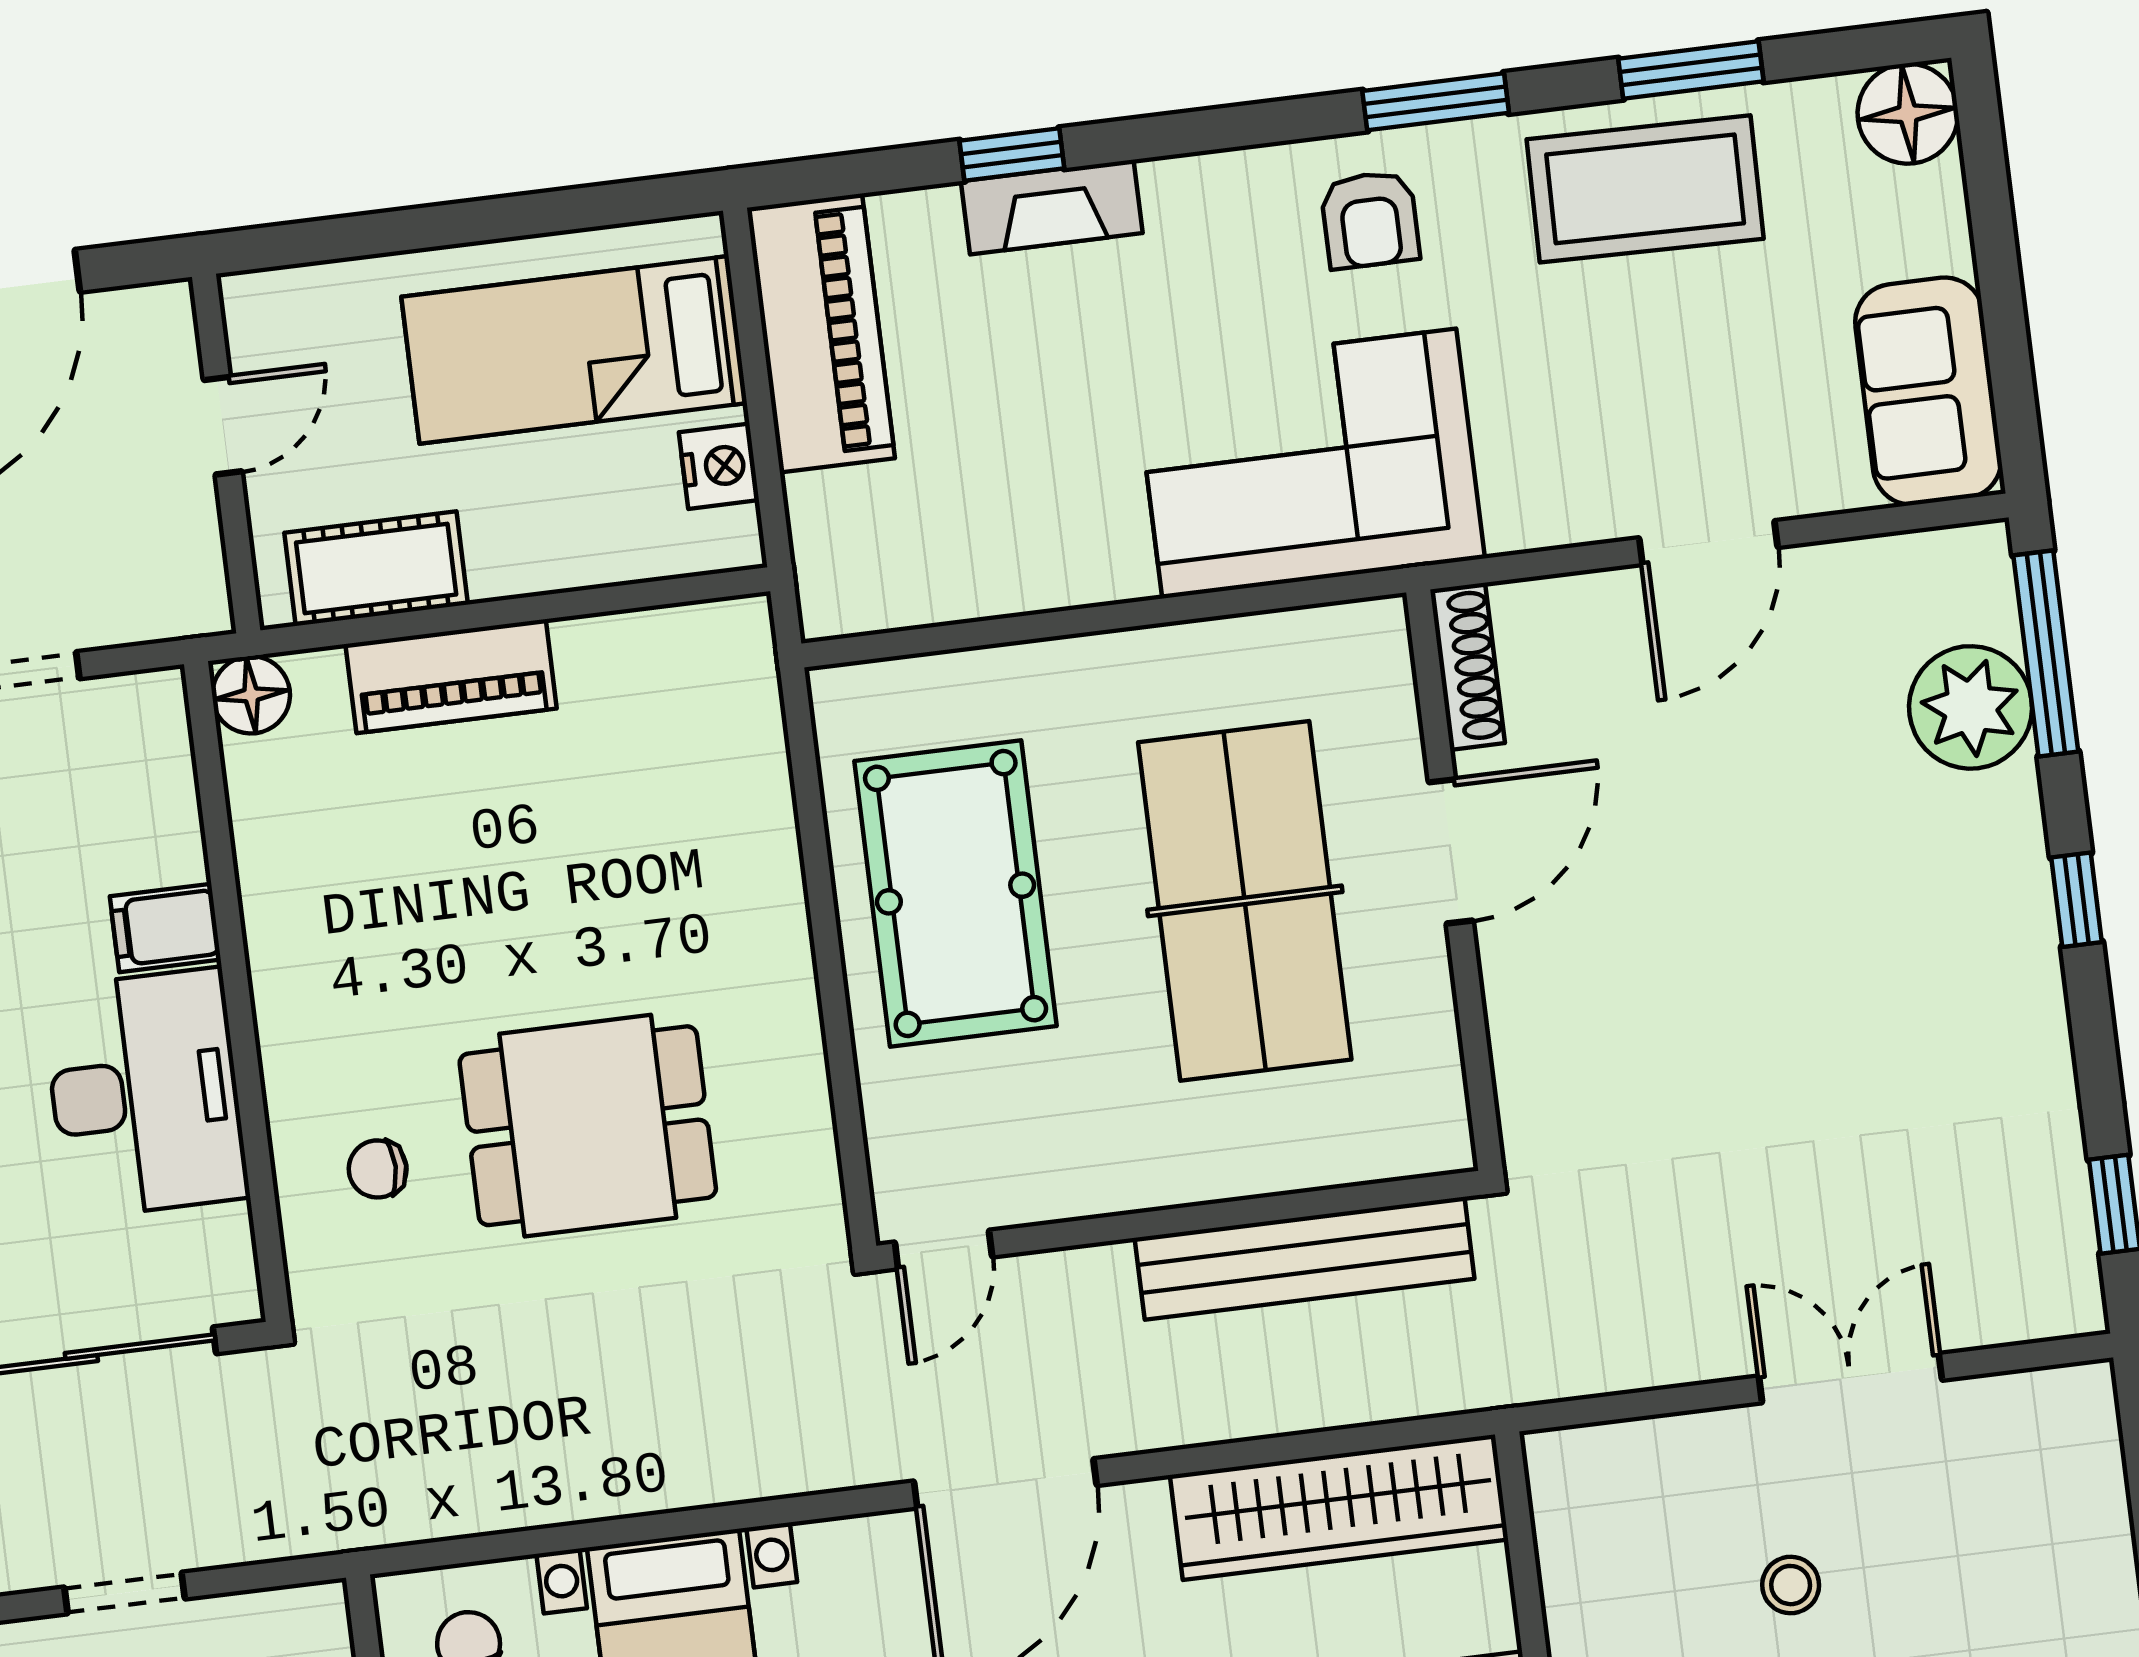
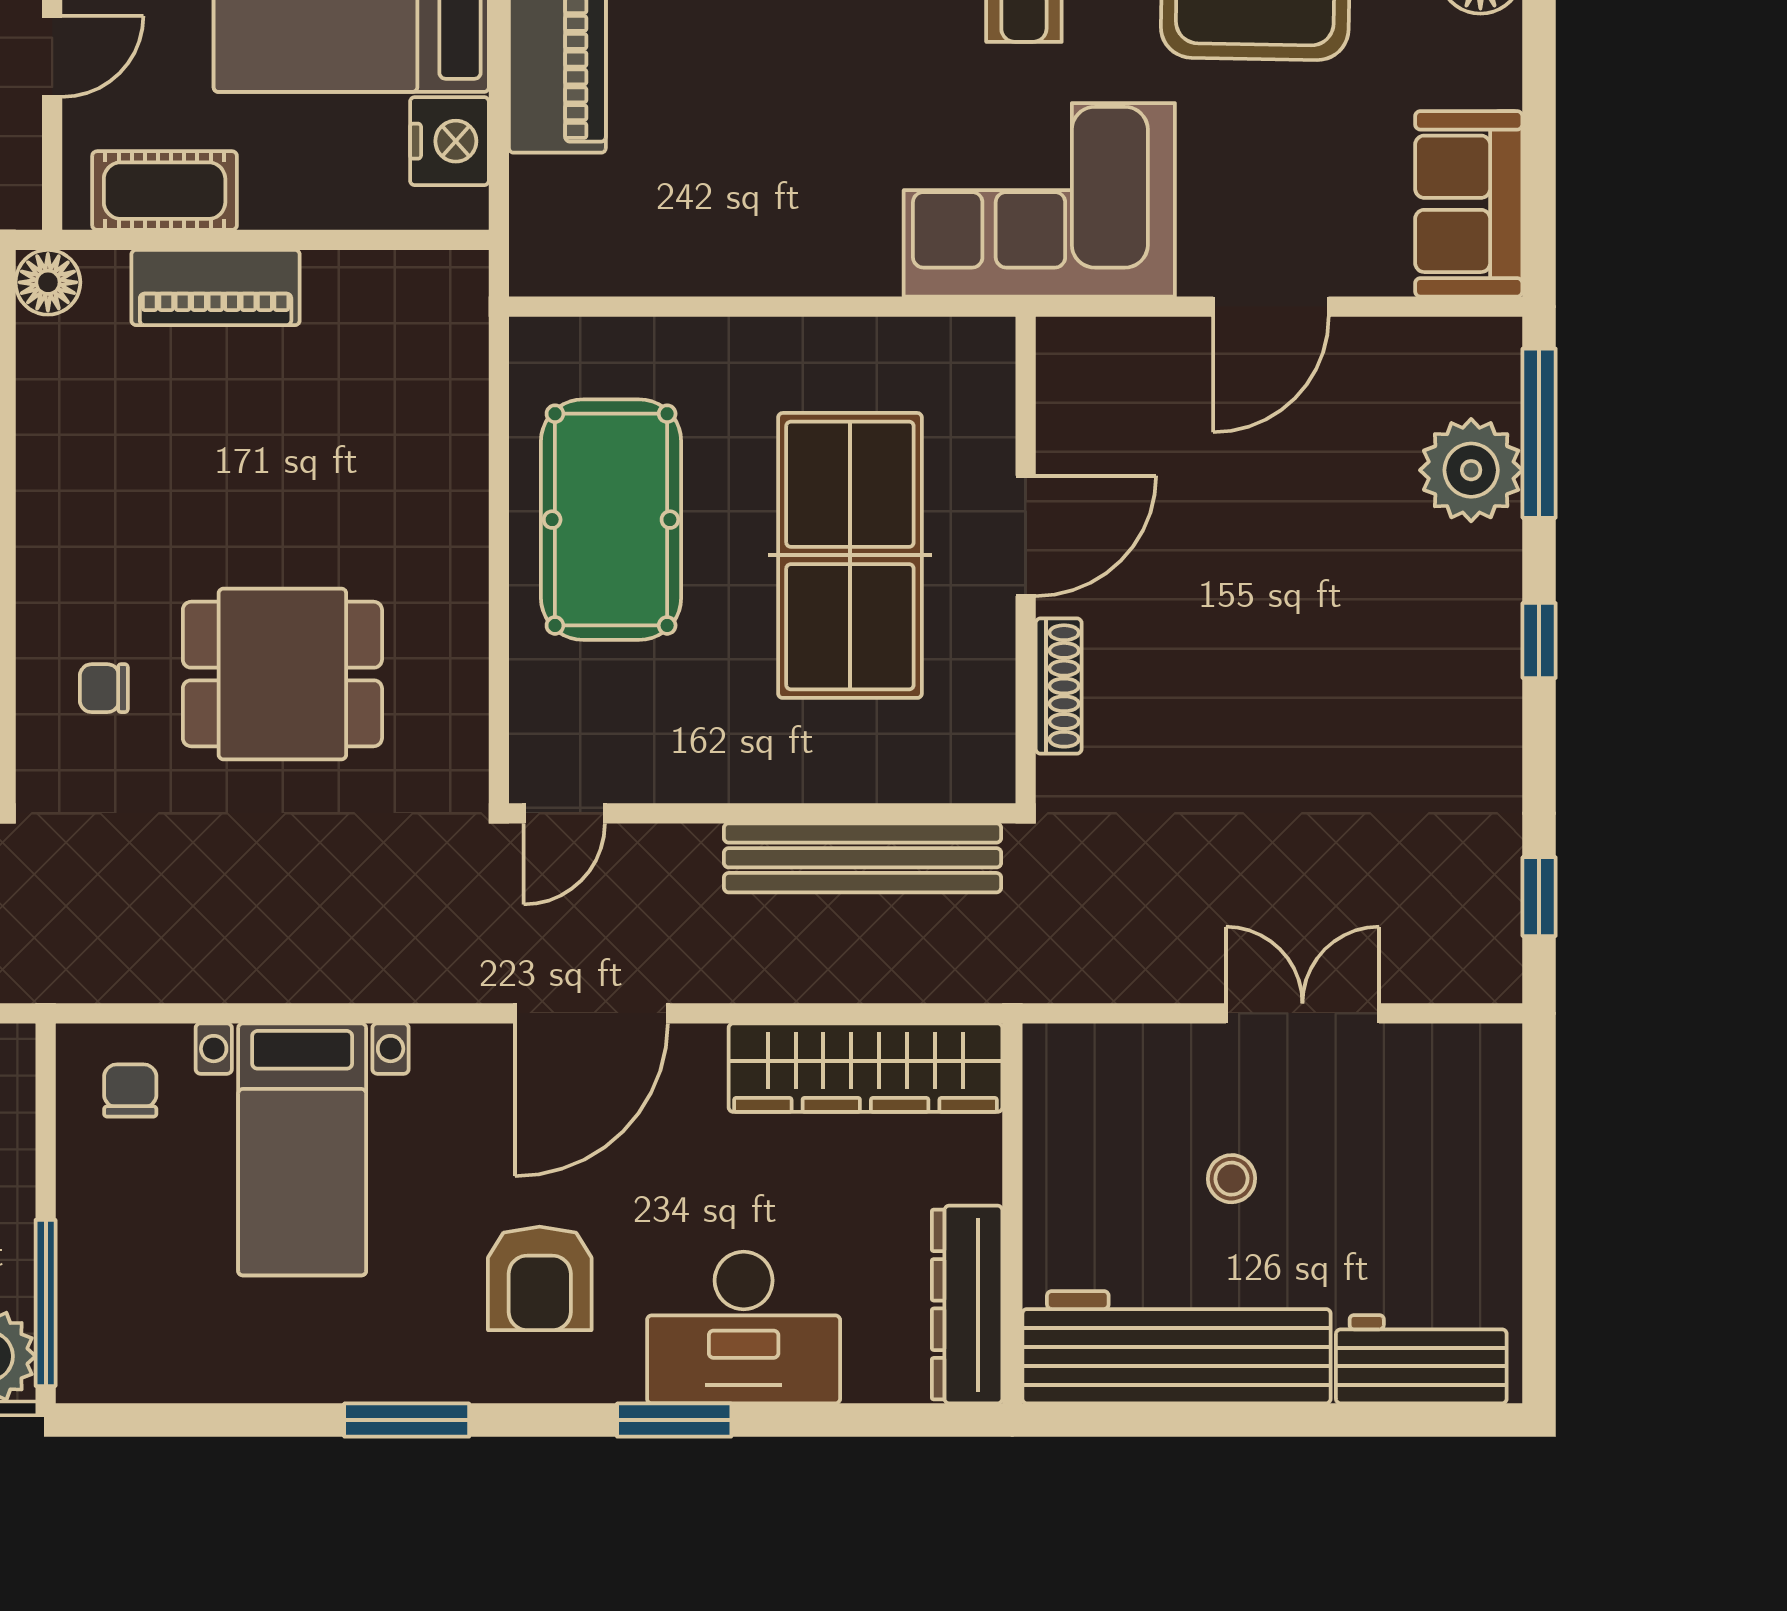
corner sofa: (1309, 463) -> (1039, 200), moved
nightstand: (719, 466) -> (449, 141), width x1.36, depth x1.33
shoe rack: (1468, 666) -> (1059, 686), moved

